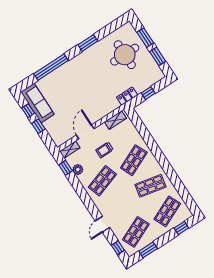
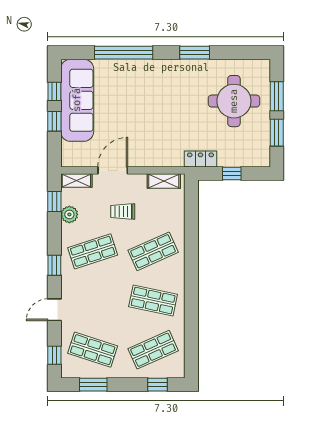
sofa: (37, 103) -> (77, 100), width x1.36, depth x1.27
window: (87, 201) -> (54, 265), added
shop shelf: (136, 232) -> (93, 350), turned 42

